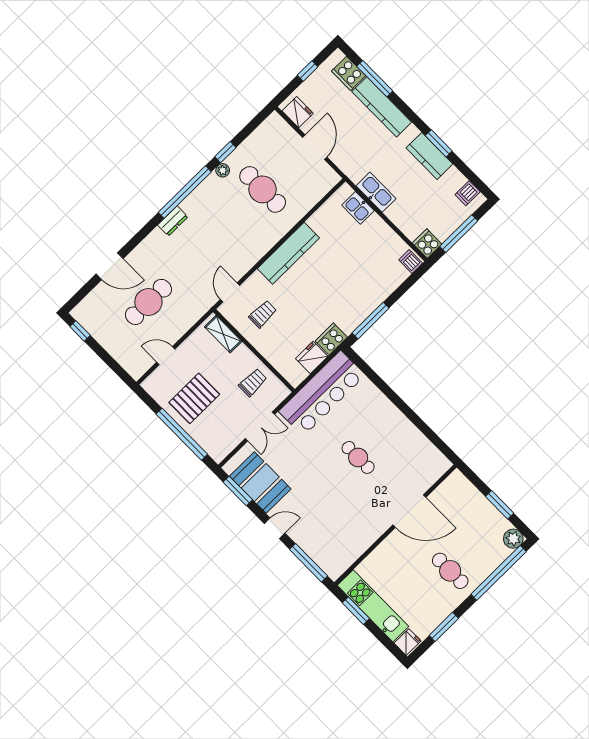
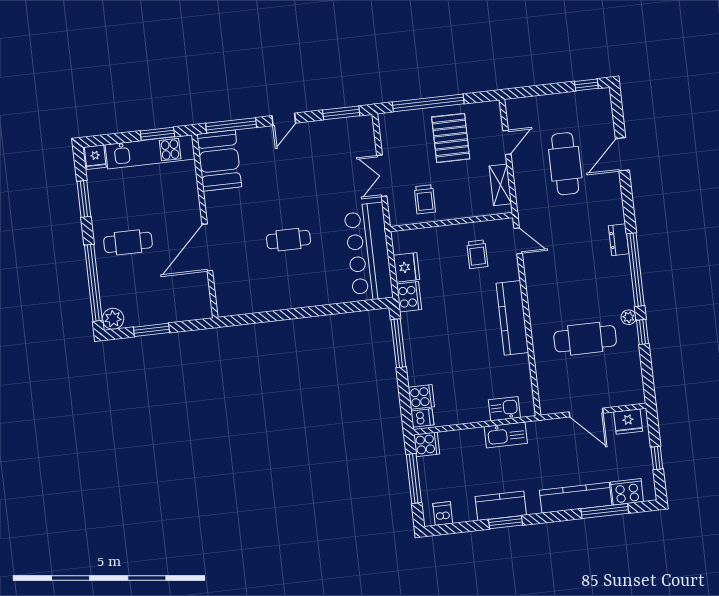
cooker: (396, 274) -> (421, 397), added
shelving: (223, 334) -> (500, 185), moved, turned 90
booth: (260, 483) -> (219, 161), moved, turned 90

